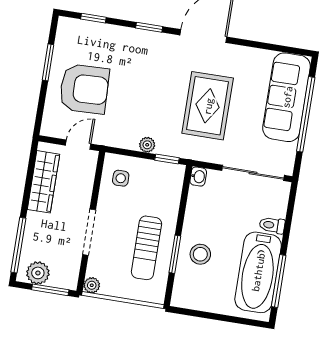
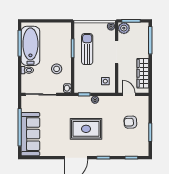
armchair: (84, 89) -> (130, 122), width x0.53, depth x0.53
rug: (208, 106) -> (86, 129), moved, turned 90
door: (78, 145) -> (129, 94), swing flipped
stool: (200, 254) -> (57, 69), moved
plant: (38, 273) -> (124, 28), moved

